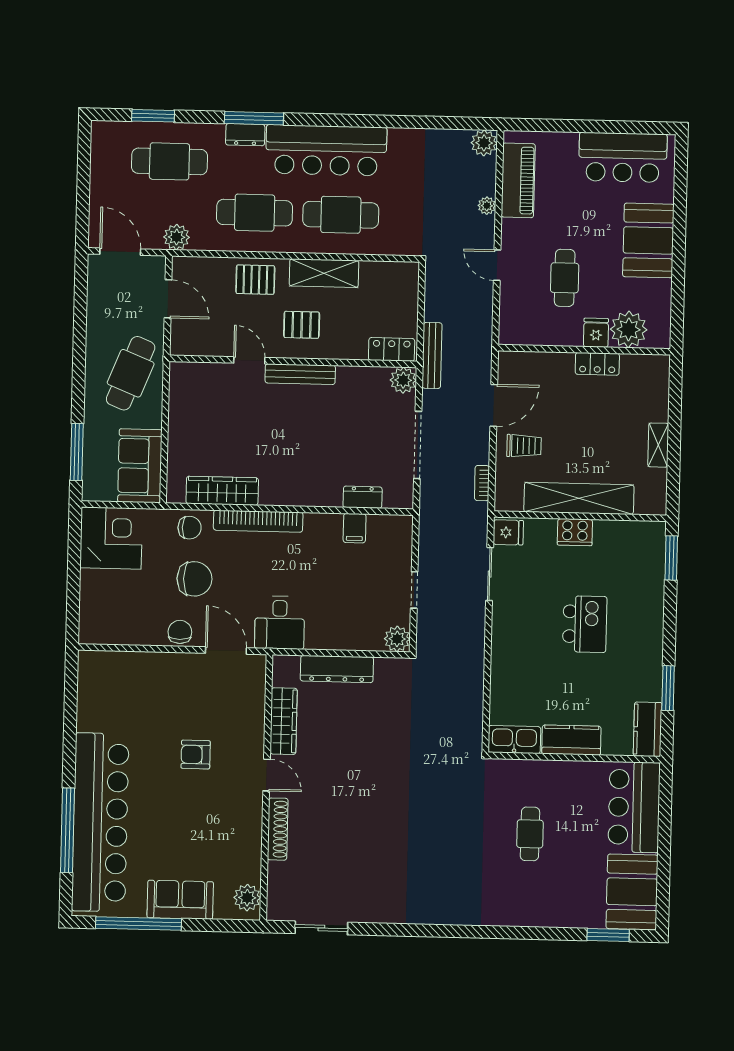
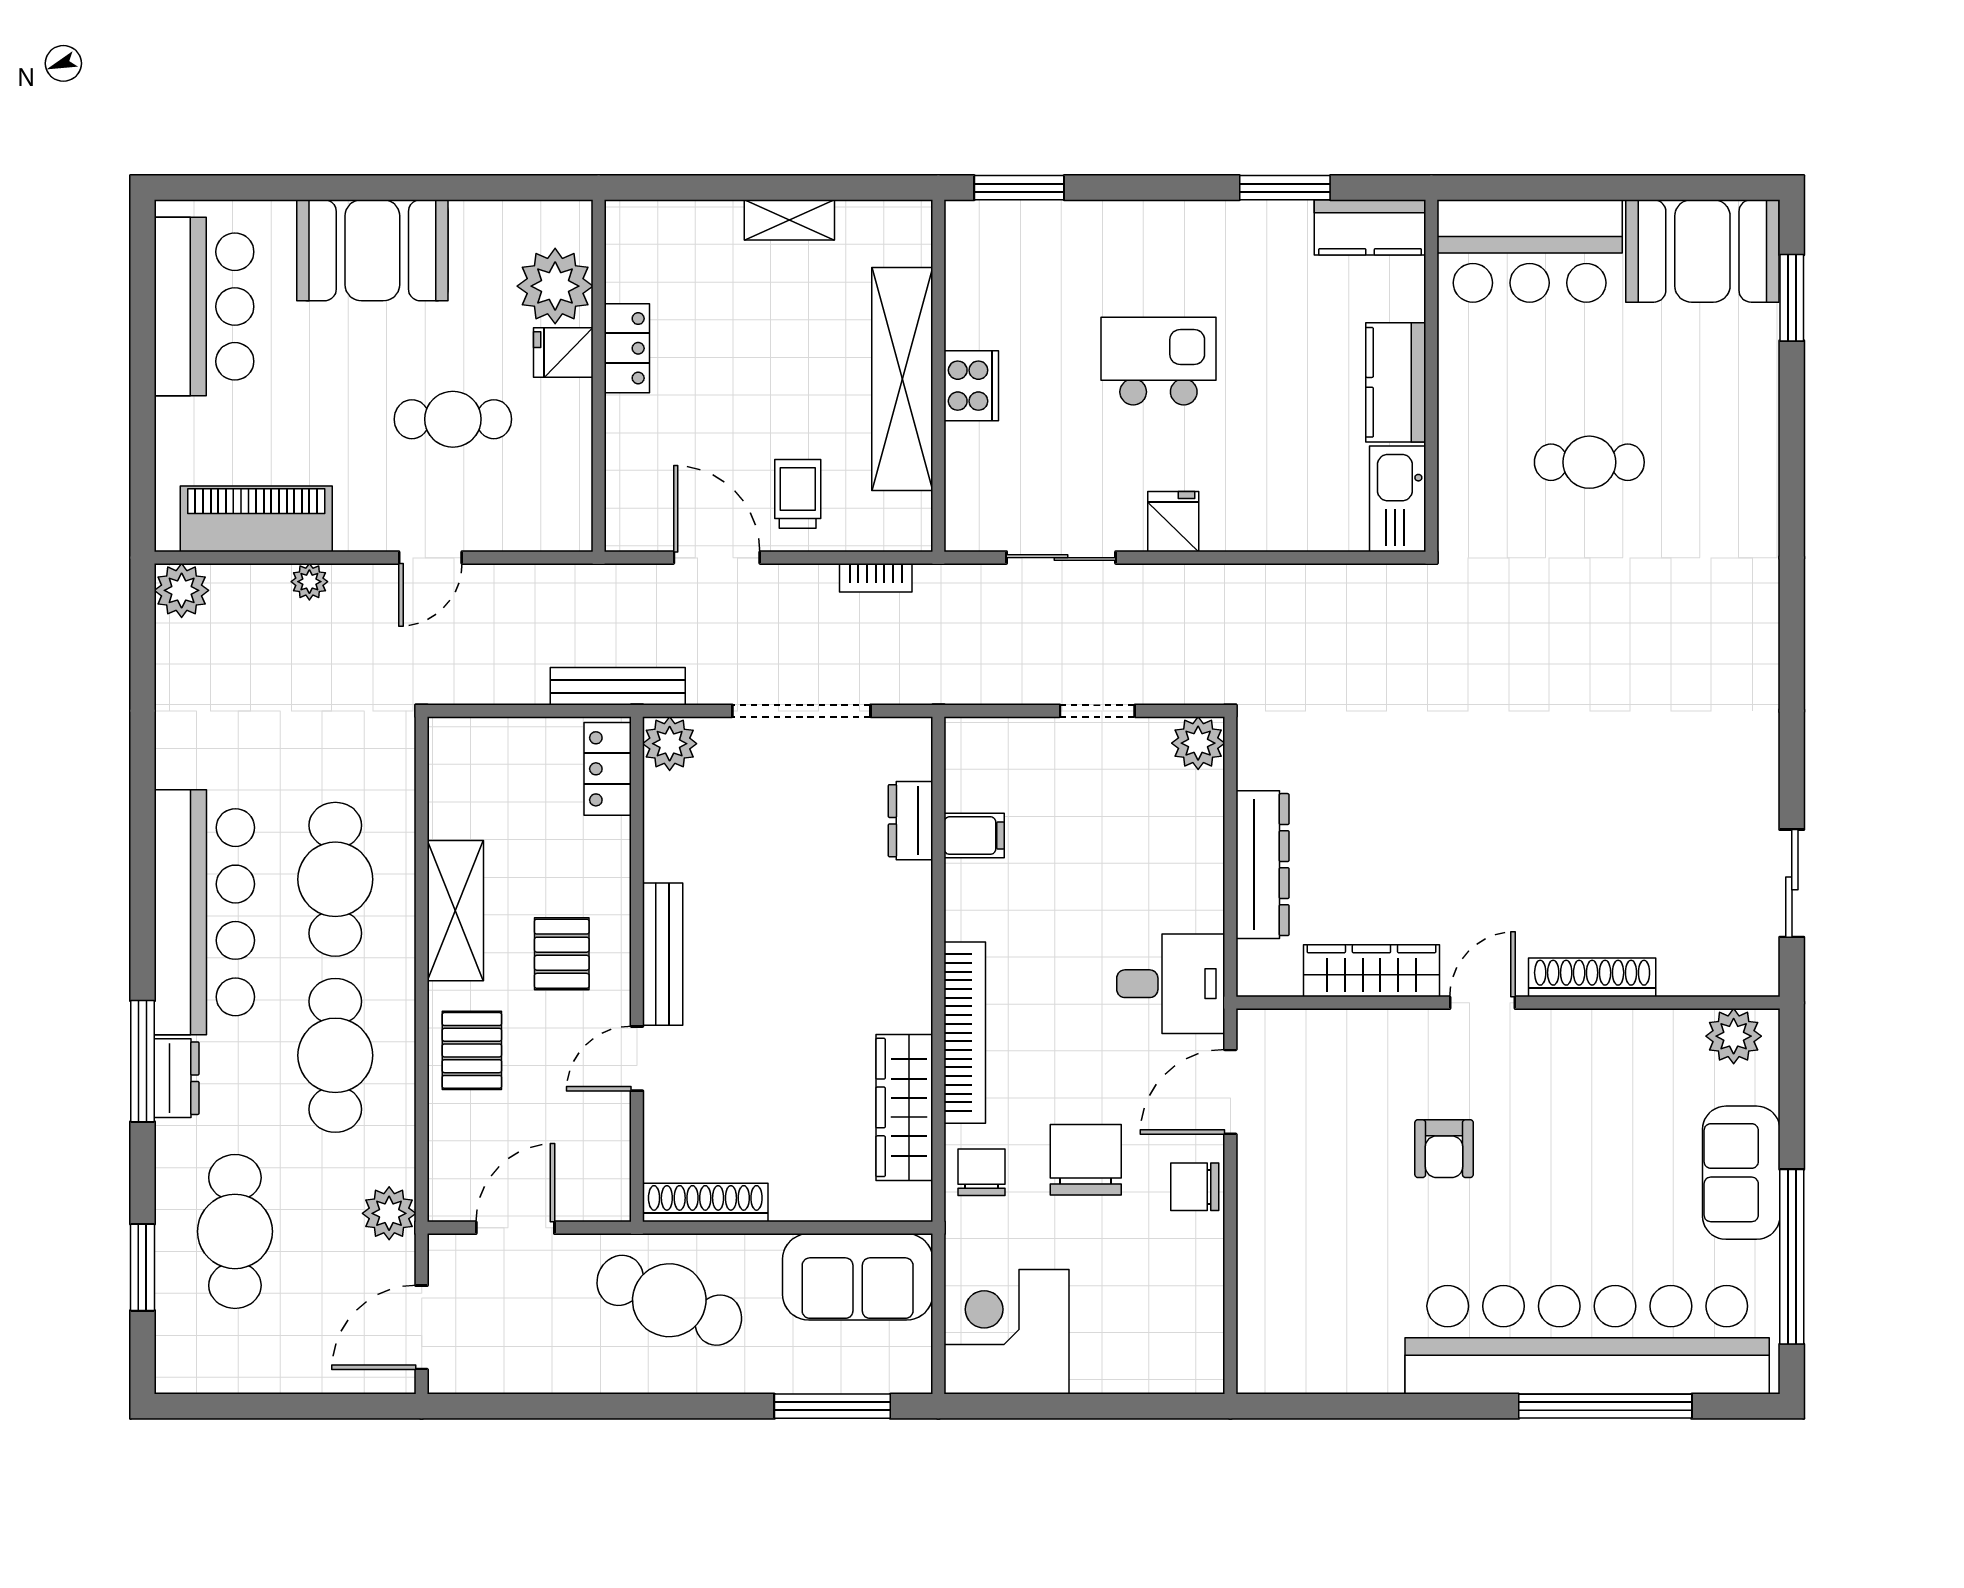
shoe rack: (178, 392) -> (705, 1203), added
fridge: (508, 532) -> (1173, 522), moved

